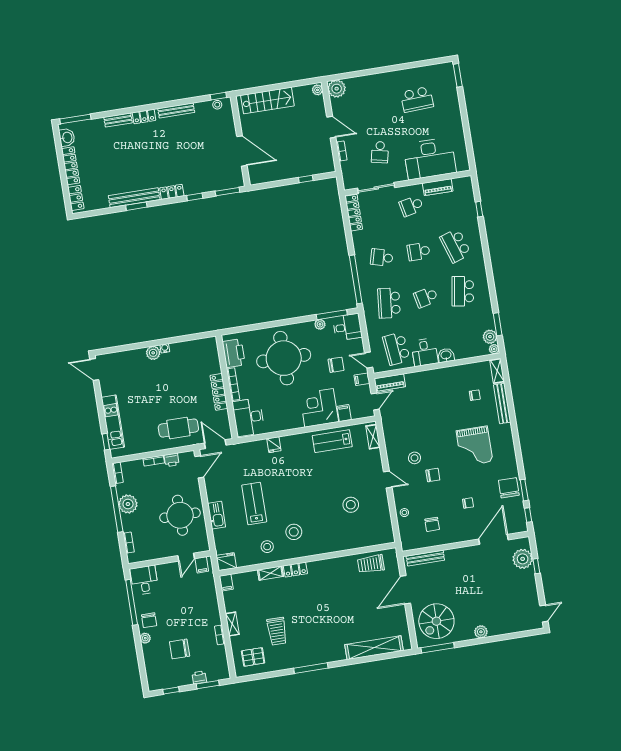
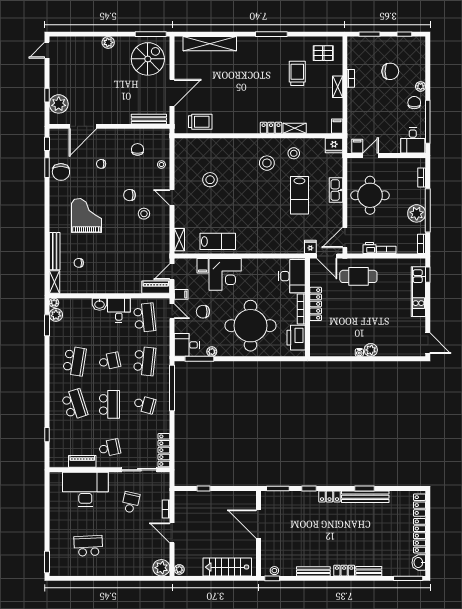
school desk: (419, 252) -> (110, 404), width x1.85
fridge: (274, 445) -> (310, 247), moved
printer: (199, 677) -> (376, 42), removed

